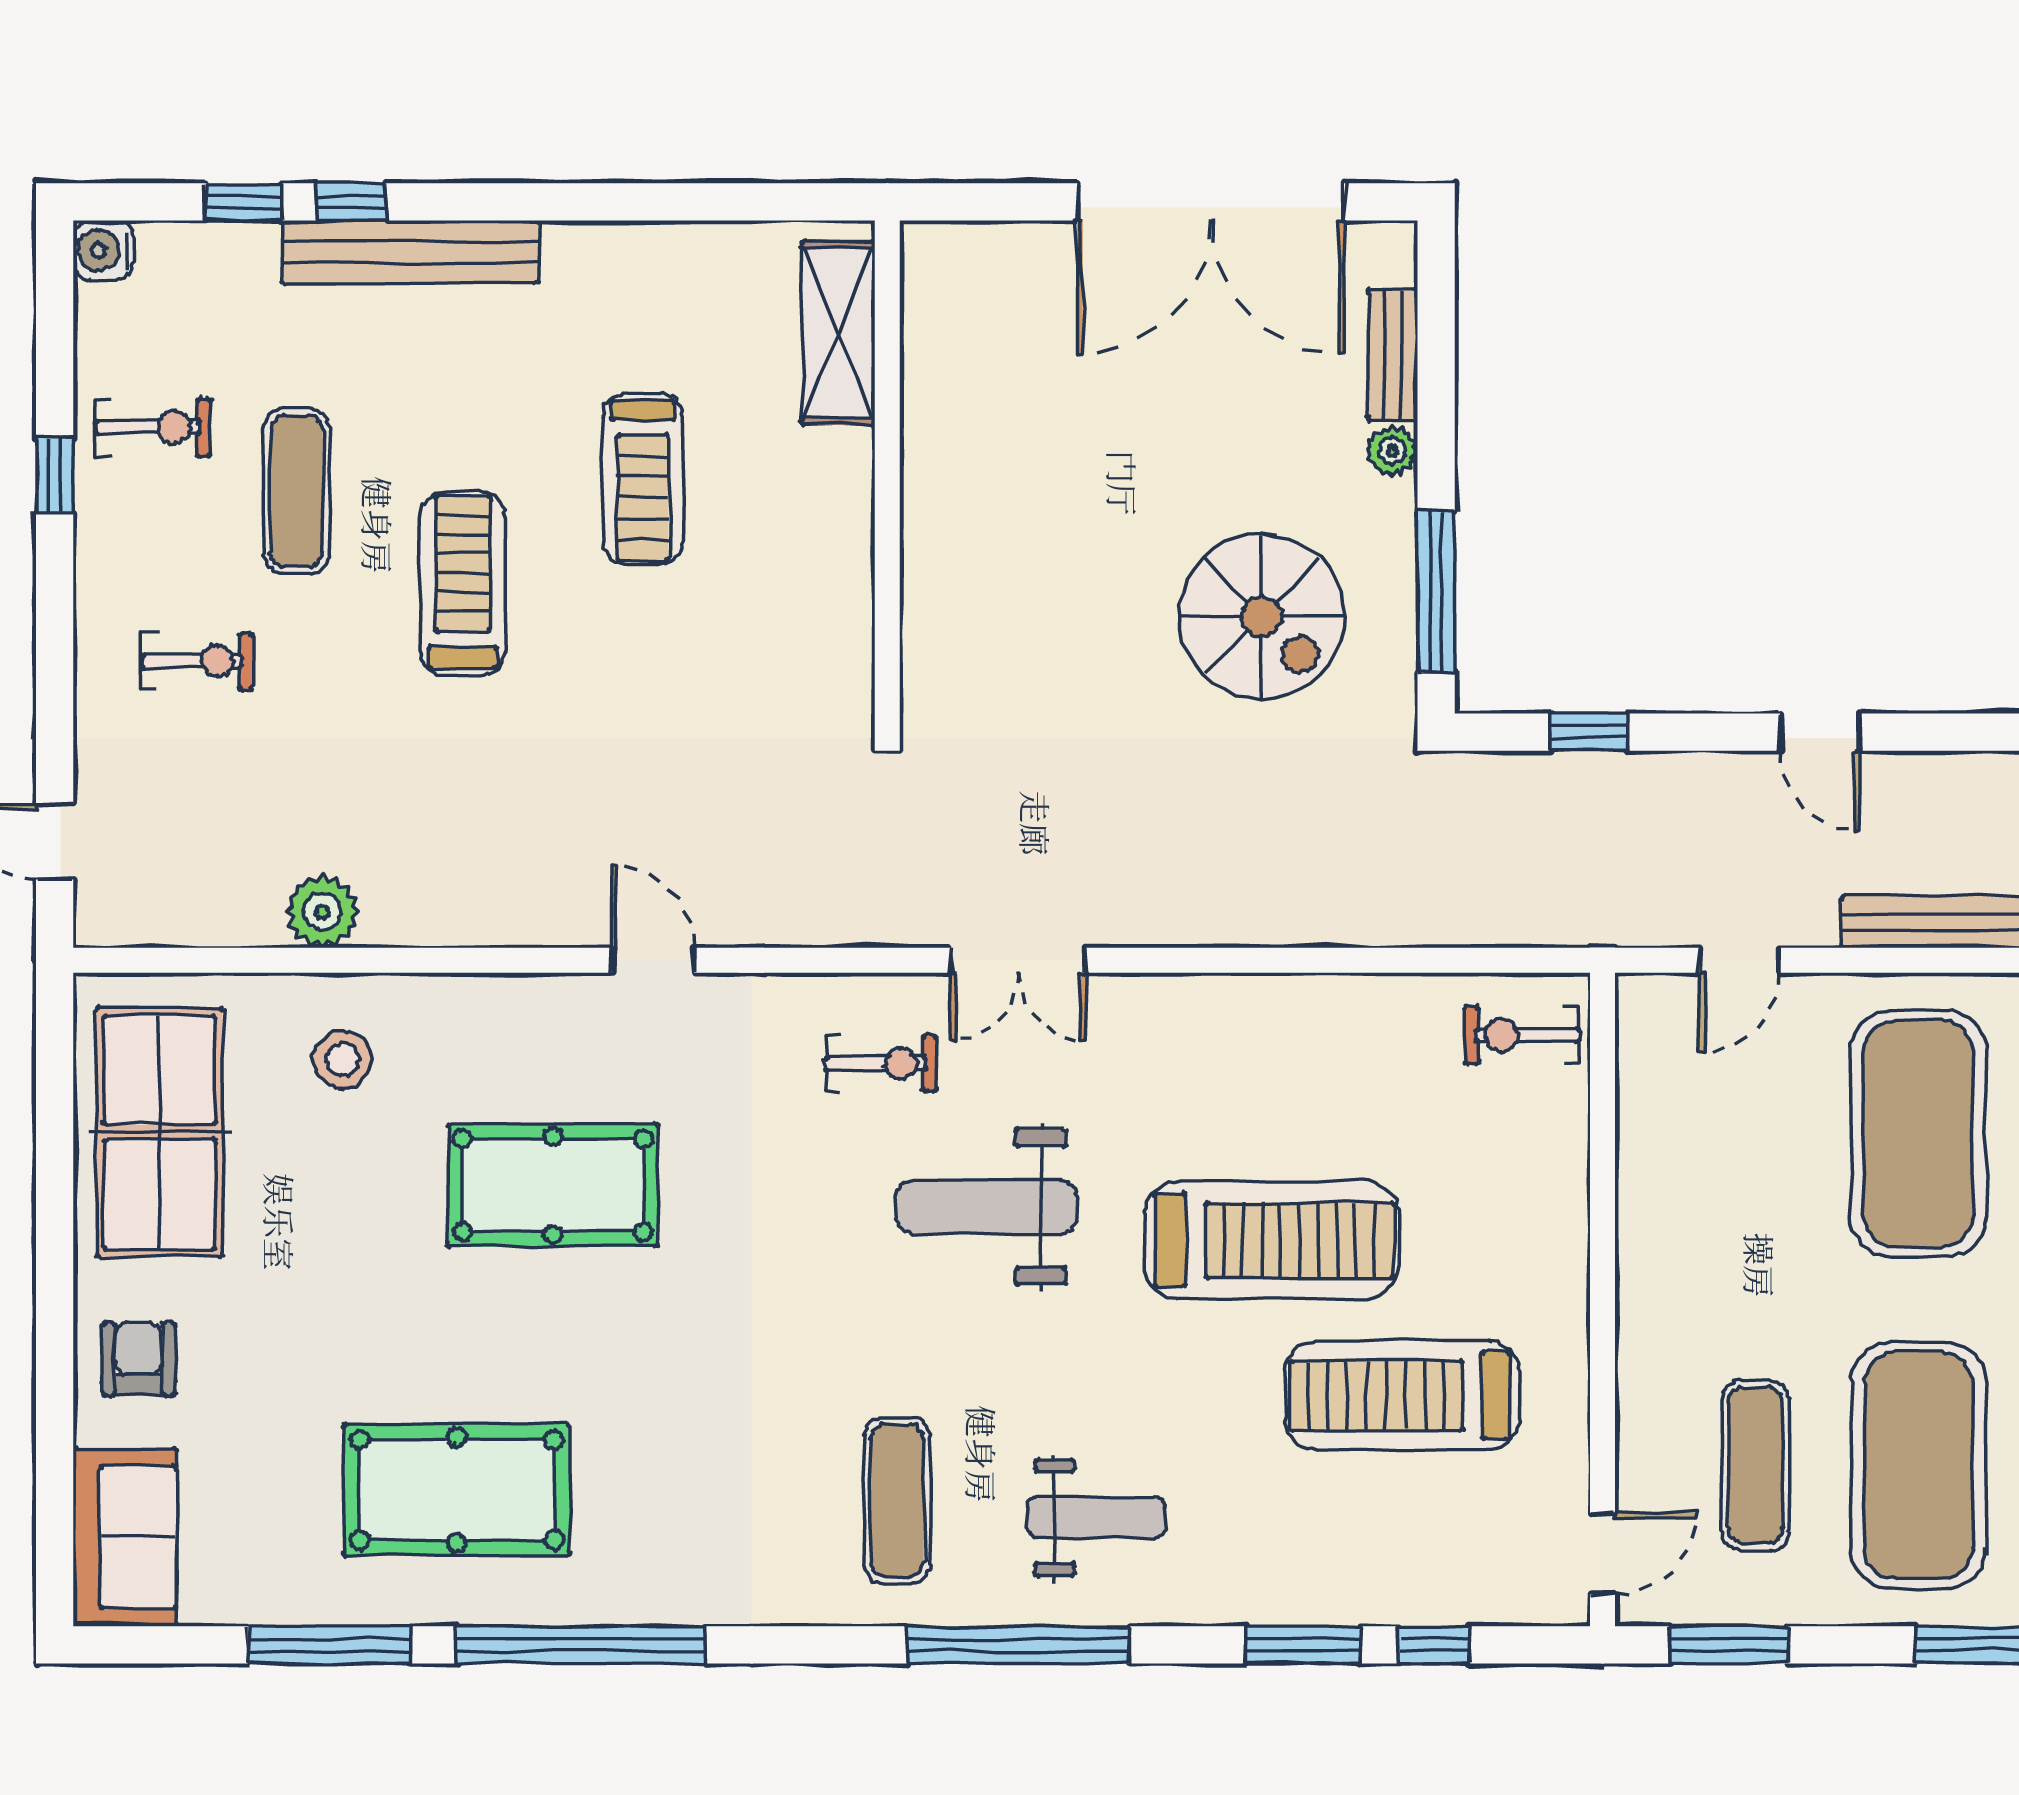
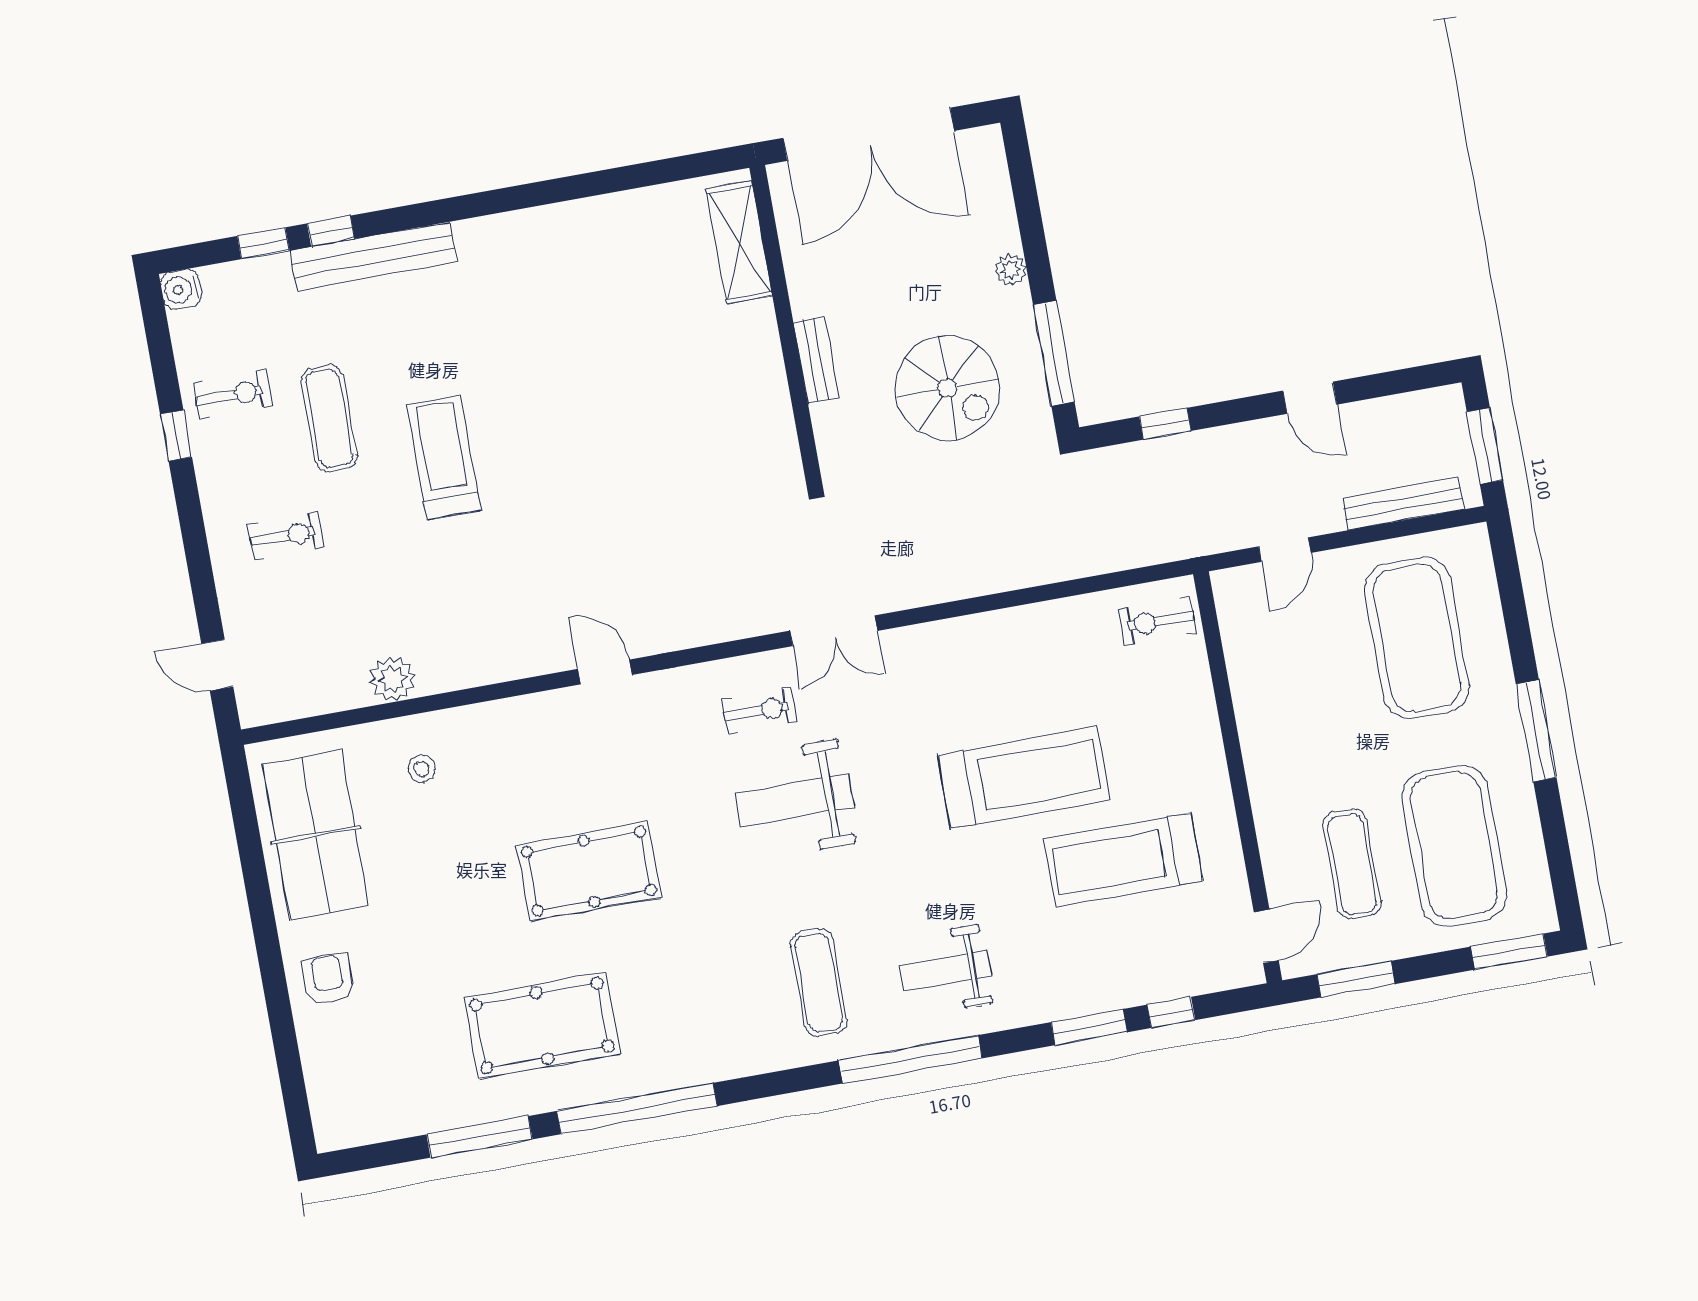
shelving: (838, 333) -> (739, 242), moved
bench: (1393, 355) -> (816, 360), moved
wall: (887, 473) -> (786, 325), moved
treadmill: (643, 479) -> (545, 372), removed
stool: (342, 1059) -> (422, 769), width x0.73, depth x0.73
pool table: (553, 1185) -> (589, 871), moved
weight bench: (987, 1207) -> (795, 800), moved
weight bench: (1096, 1518) -> (945, 971), turned 180
sofa: (125, 1537) -> (339, 1092), removed

